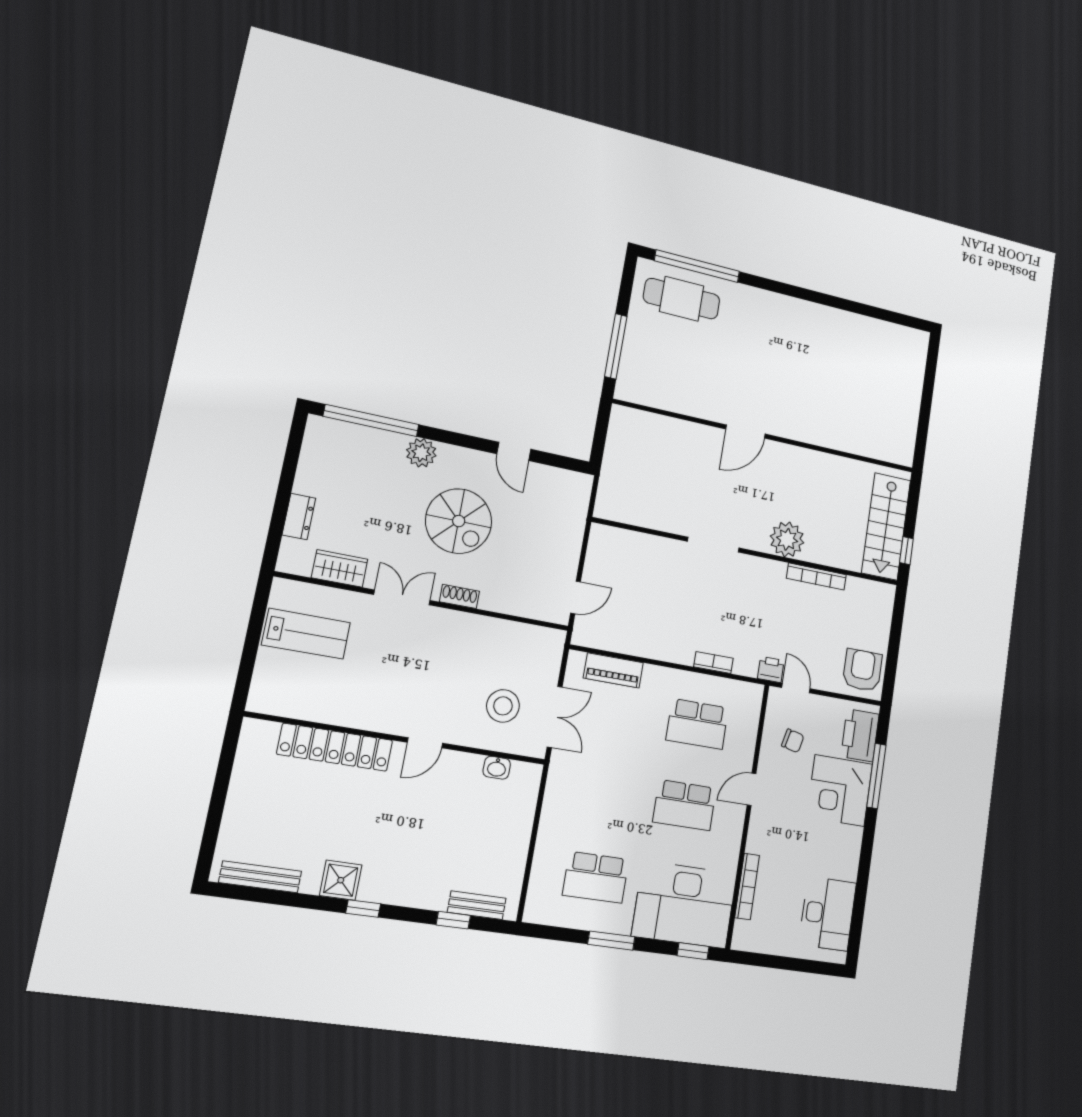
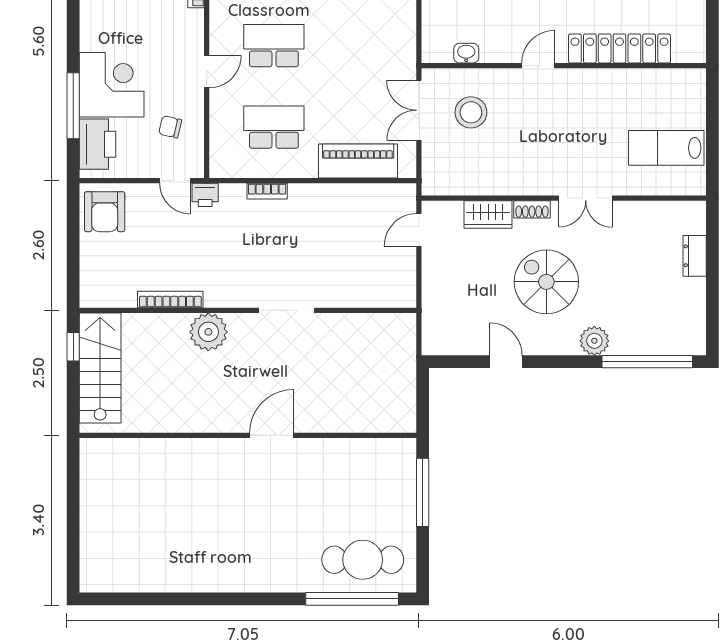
wardrobe: (340, 568) -> (488, 214), moved
piano: (613, 670) -> (358, 161), width x1.37, depth x1.33

